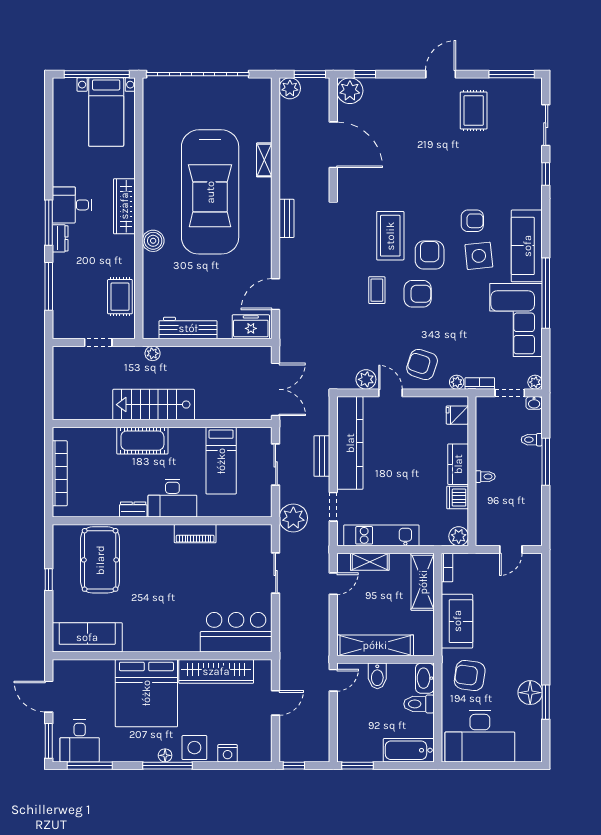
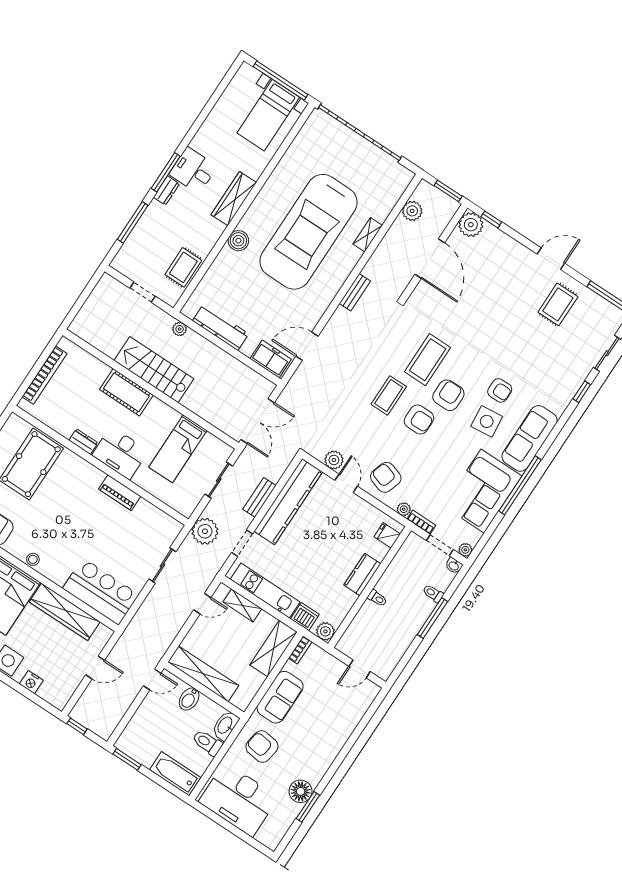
plant: (290, 88) -> (412, 211), moved
coffee table: (377, 290) -> (389, 395), width x1.36, depth x1.30
dishwasher: (458, 498) -> (305, 617), moved, turned 90
stool: (157, 643) -> (33, 559), added

